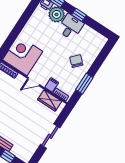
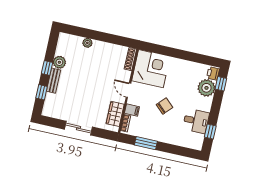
window: (79, 15) -> (210, 132), moved
desk: (71, 27) -> (196, 121), moved
chair: (76, 61) -> (165, 106), moved

